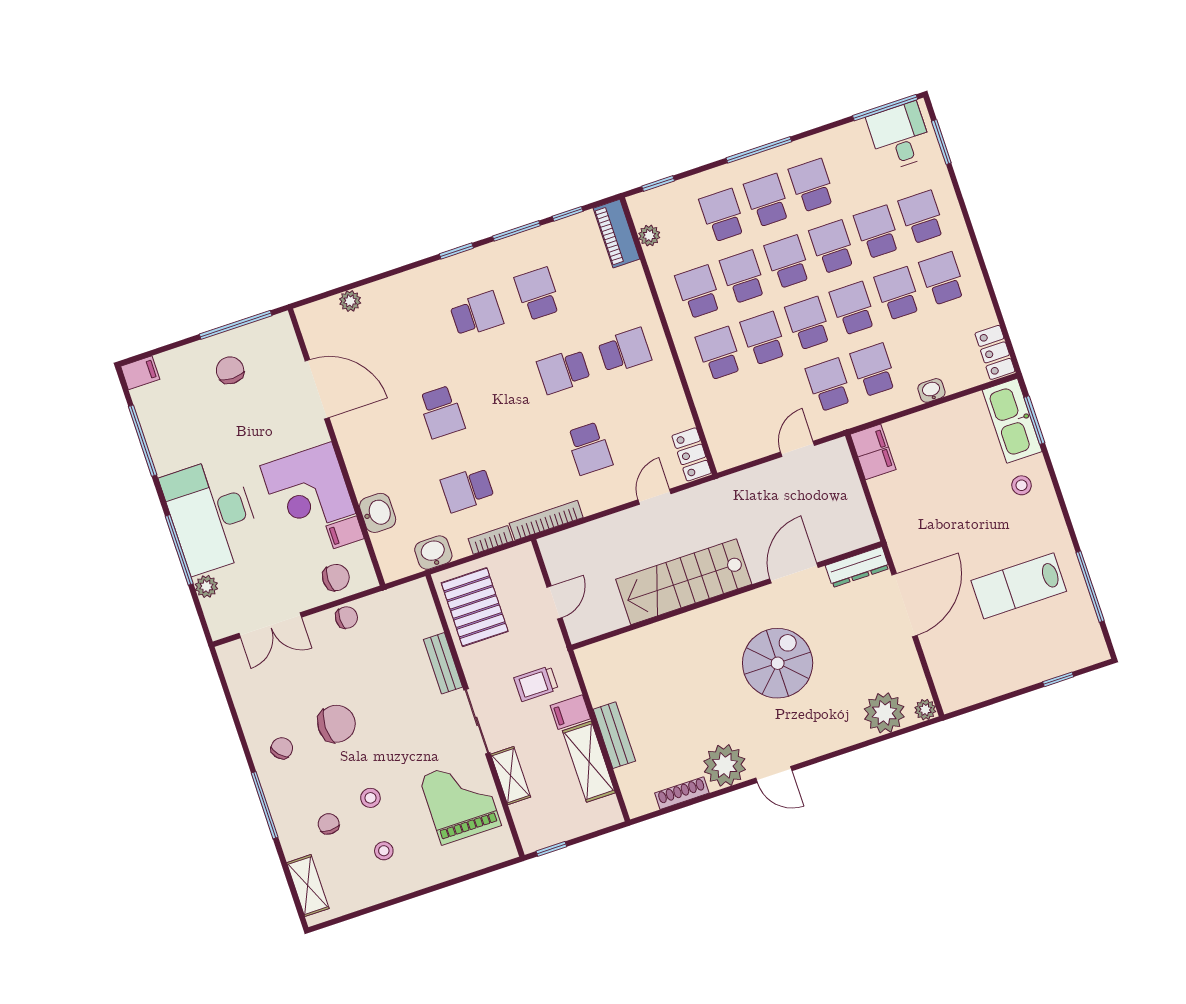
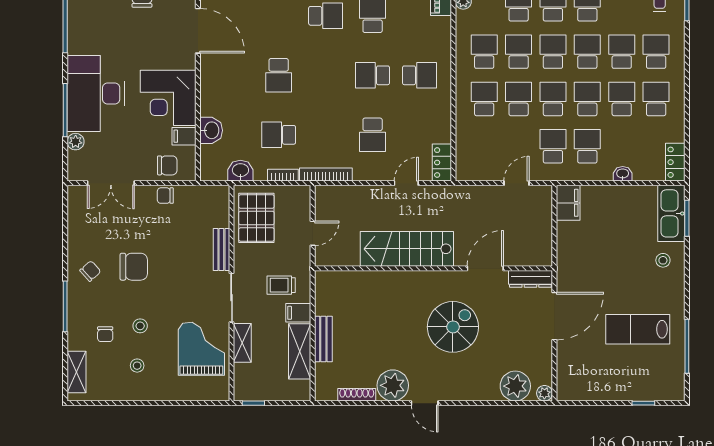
chair: (346, 618) -> (165, 196), turned 180
chair: (329, 824) -> (105, 334), turned 180

